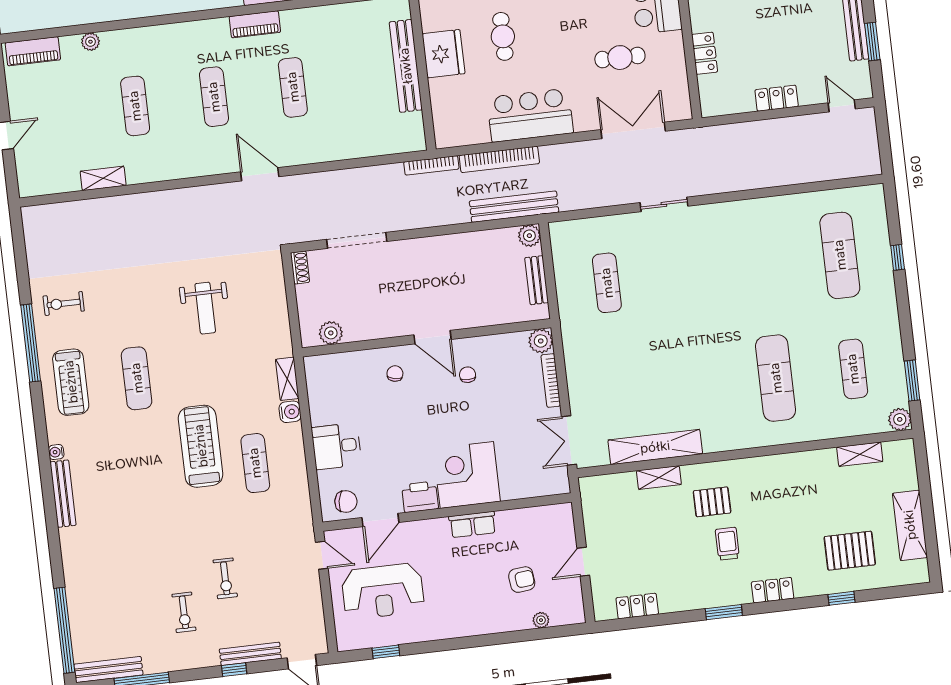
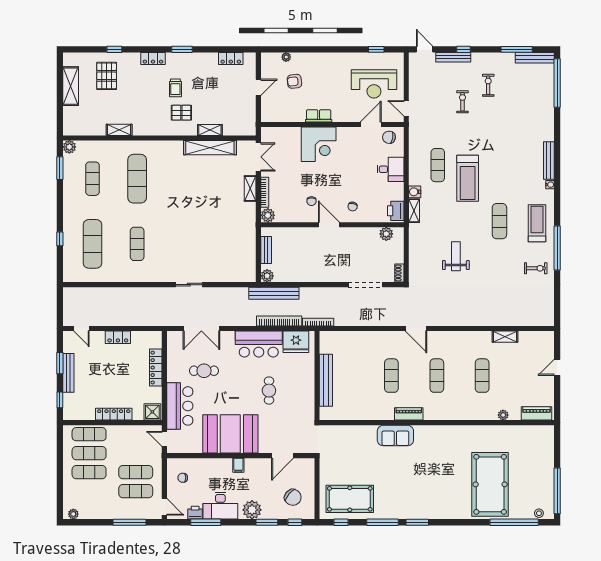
locker: (705, 53) -> (156, 368), width x1.53
fridge: (444, 54) -> (296, 342), moved, turned -90
exercise mat: (607, 283) -> (137, 244), moved
shelving: (577, 384) -> (250, 188), added
shelving: (860, 454) -> (119, 130), moved
printer: (420, 497) -> (396, 211), moved, turned 90
pallet: (850, 551) -> (107, 76), turned 90
reception desk: (383, 591) -> (374, 84), turned 180

